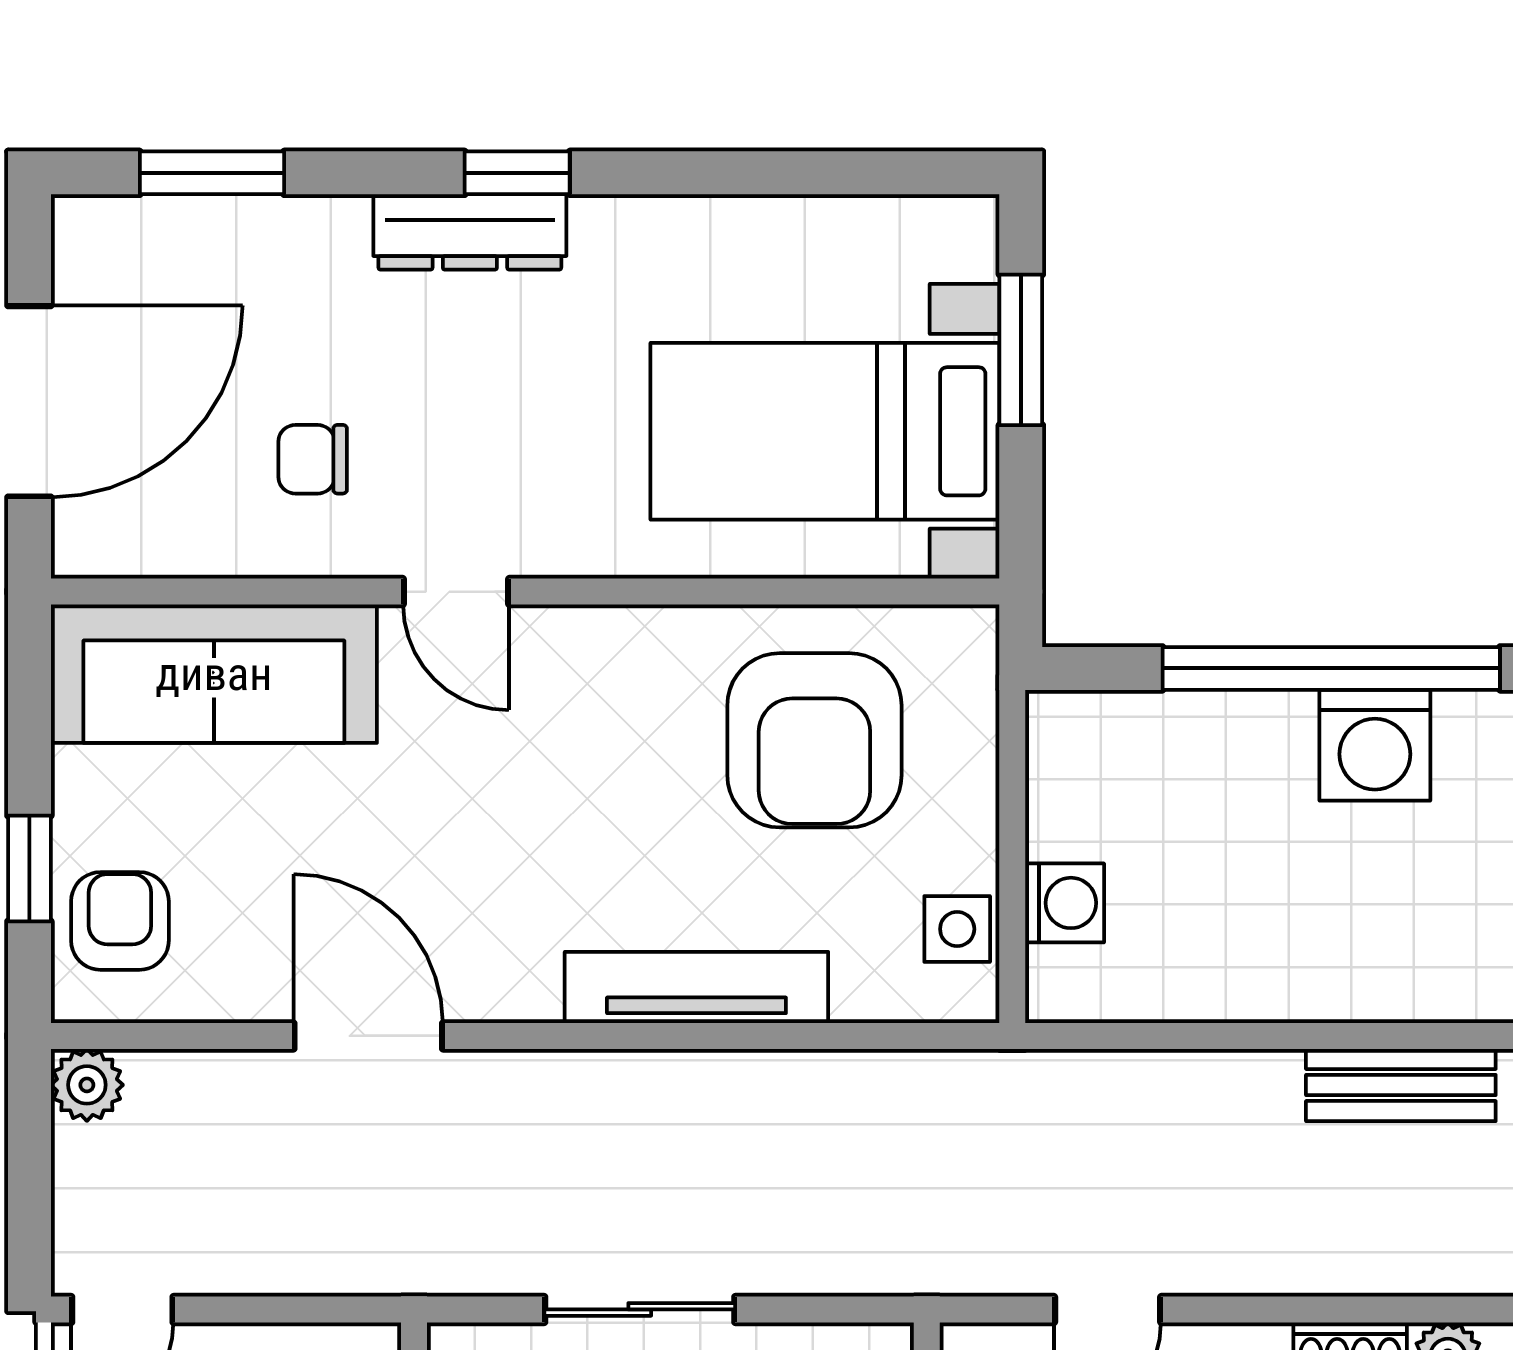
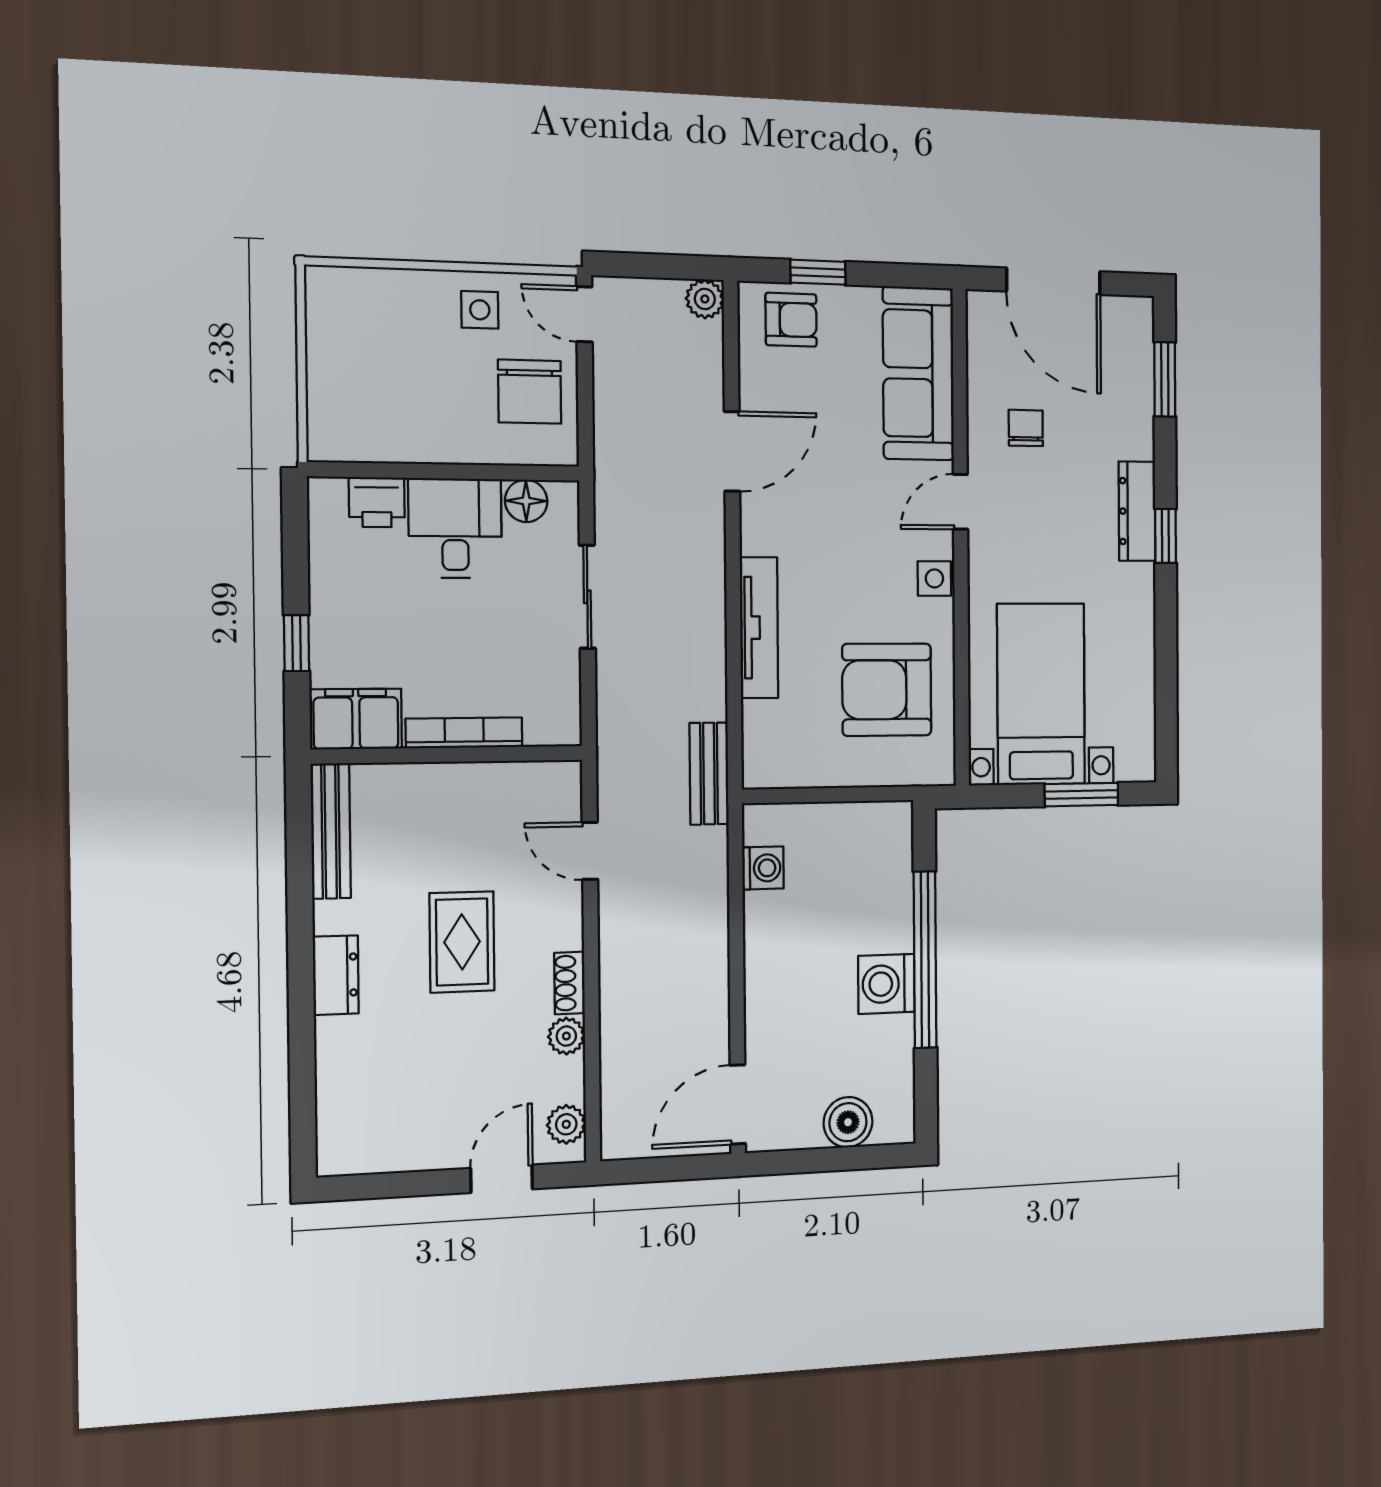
washing machine: (1065, 903) -> (763, 868), moved, turned -90
side table: (957, 929) -> (934, 578), moved
bench: (1401, 1085) -> (709, 774), moved

